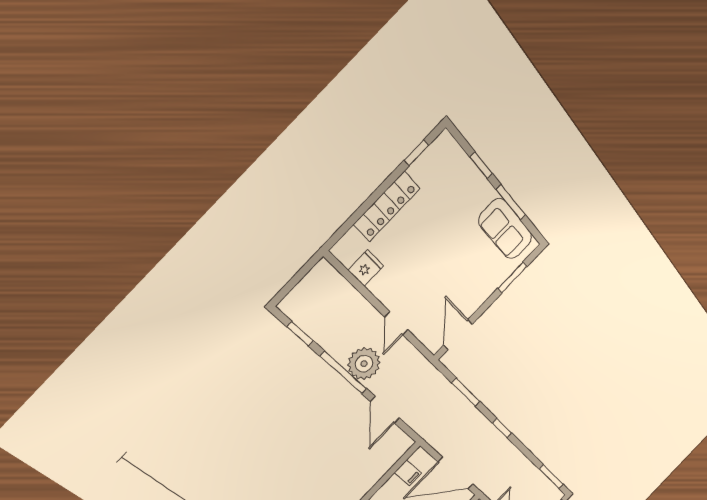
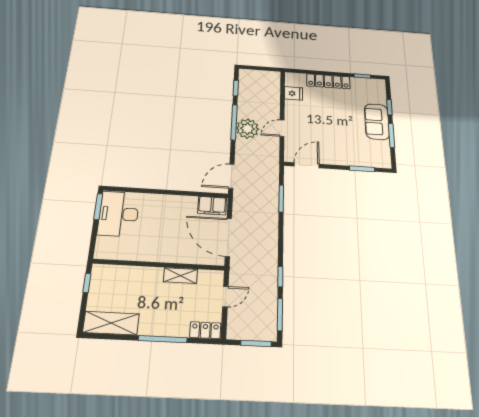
sofa: (505, 229) -> (377, 122), moved
door: (385, 410) -> (231, 176), moved
window: (502, 428) -> (280, 276), moved
filing cabinet: (408, 473) -> (212, 206), width x2.00

